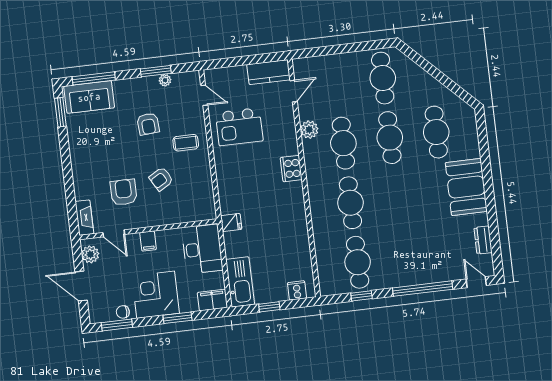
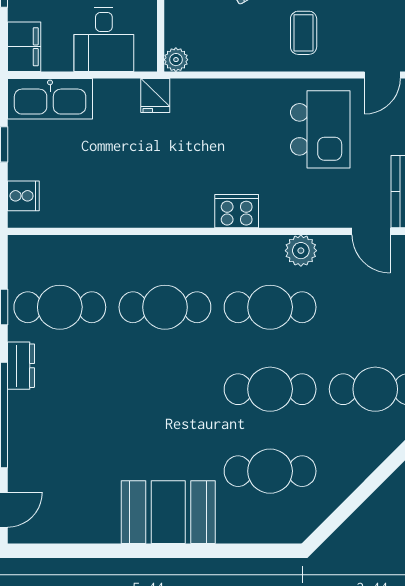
kitchen island: (239, 127) -> (320, 129), turned 180
plant: (209, 213) -> (176, 60), added
dresser: (483, 240) -> (21, 366), moved, turned 90
desk: (202, 249) -> (104, 39), width x0.73

